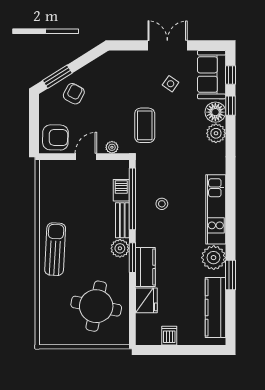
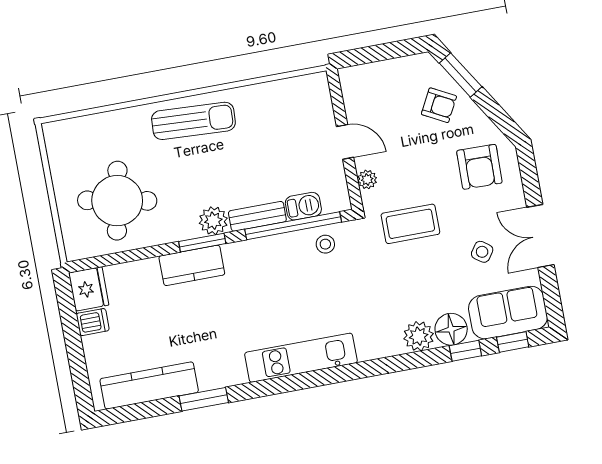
double door: (167, 45) -> (540, 236), swing flipped
armchair: (55, 137) -> (479, 167), moved
stool: (162, 204) -> (325, 244), moved
plant: (214, 258) -> (226, 368), removed
fridge: (146, 300) -> (89, 289), moved, turned -90

